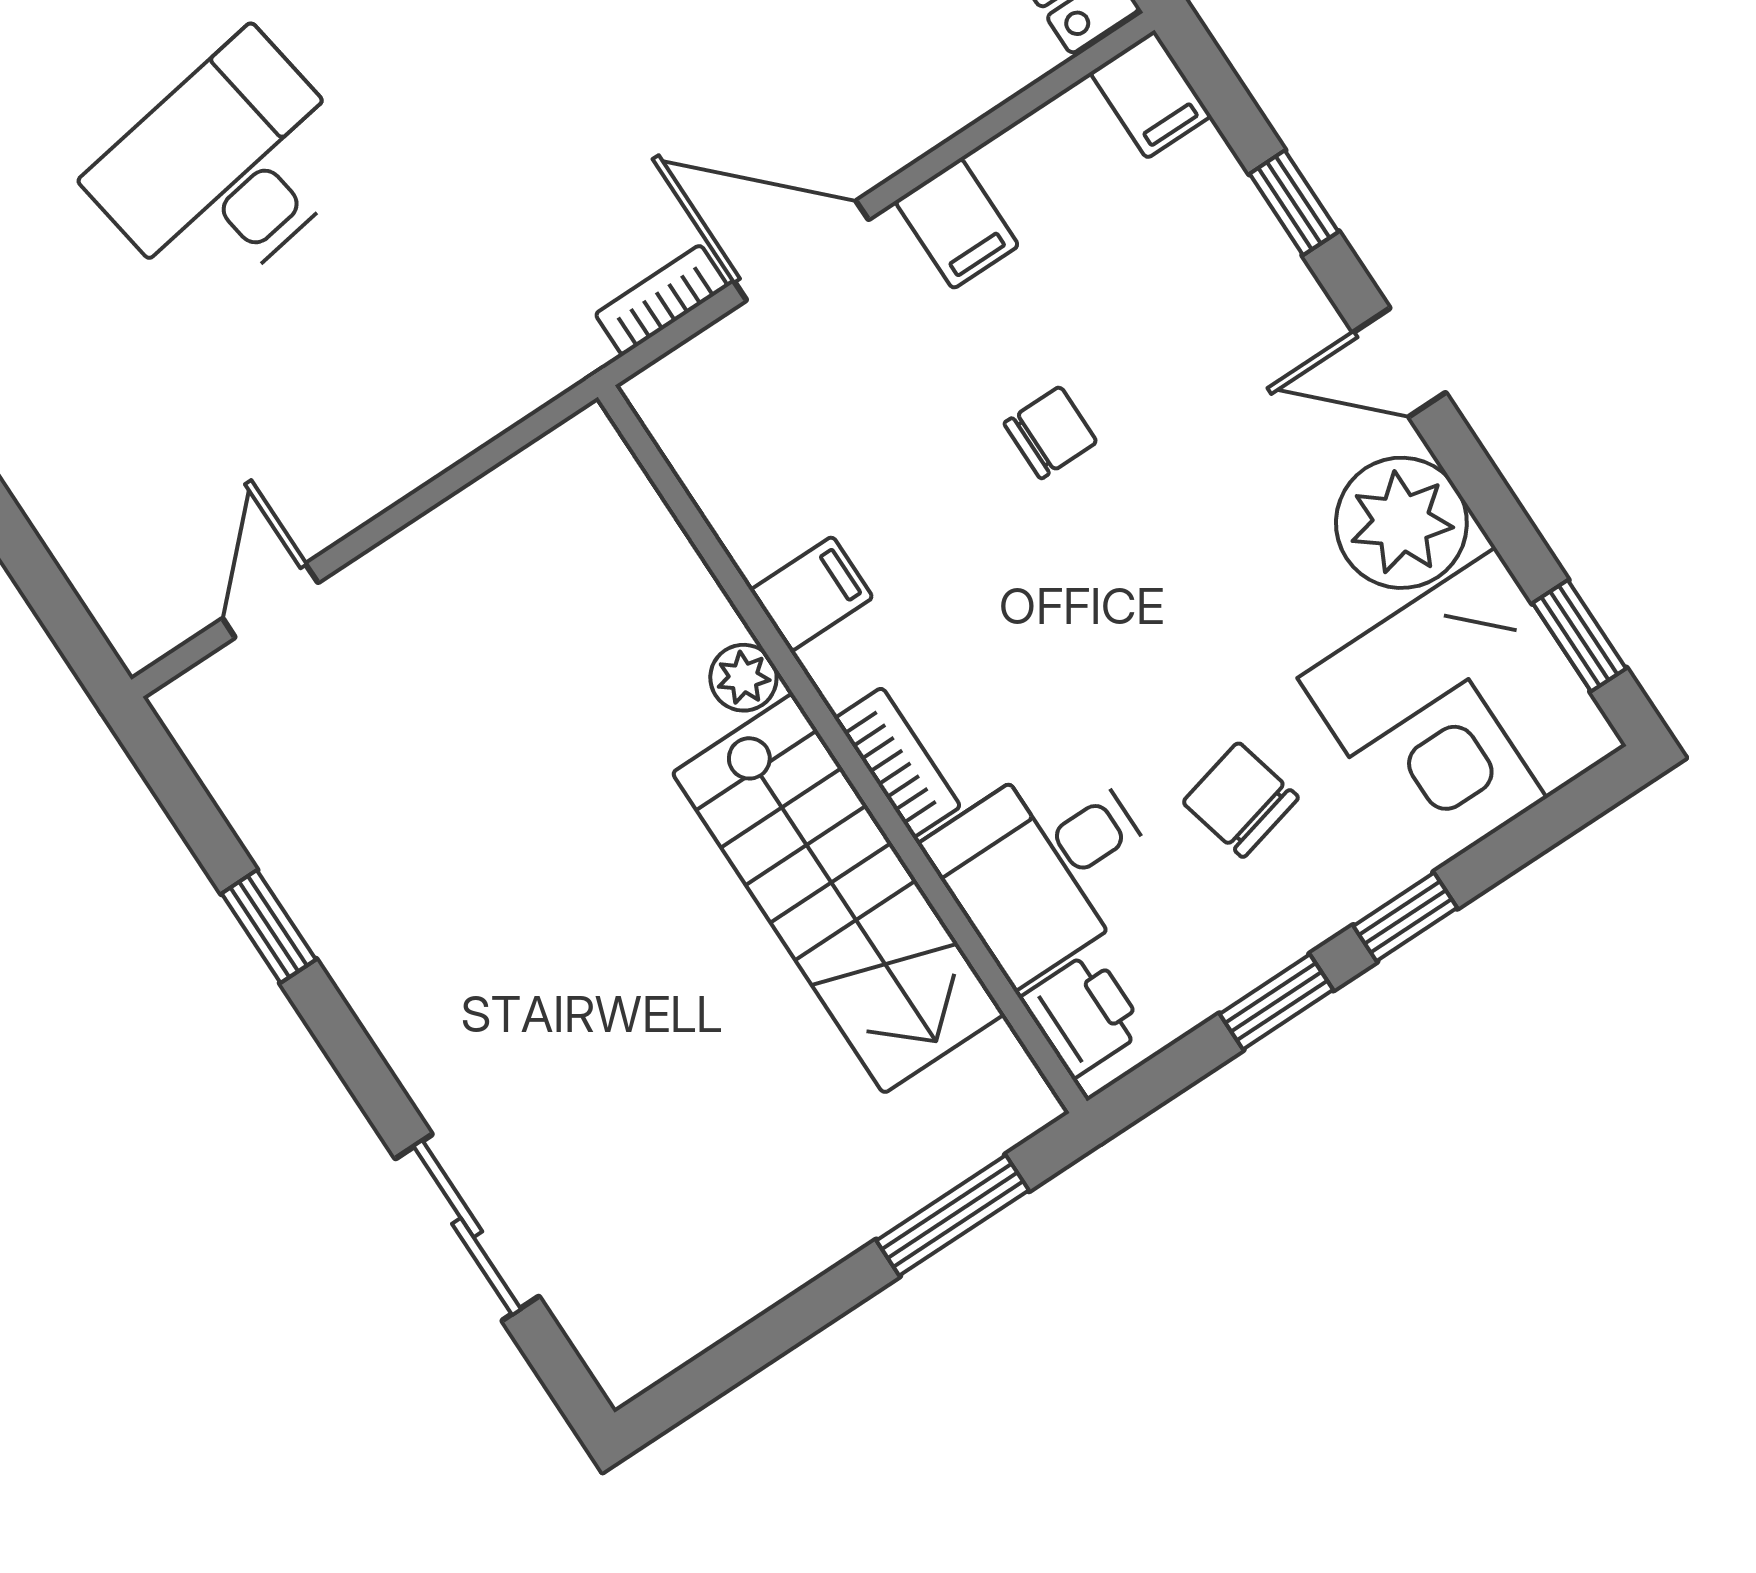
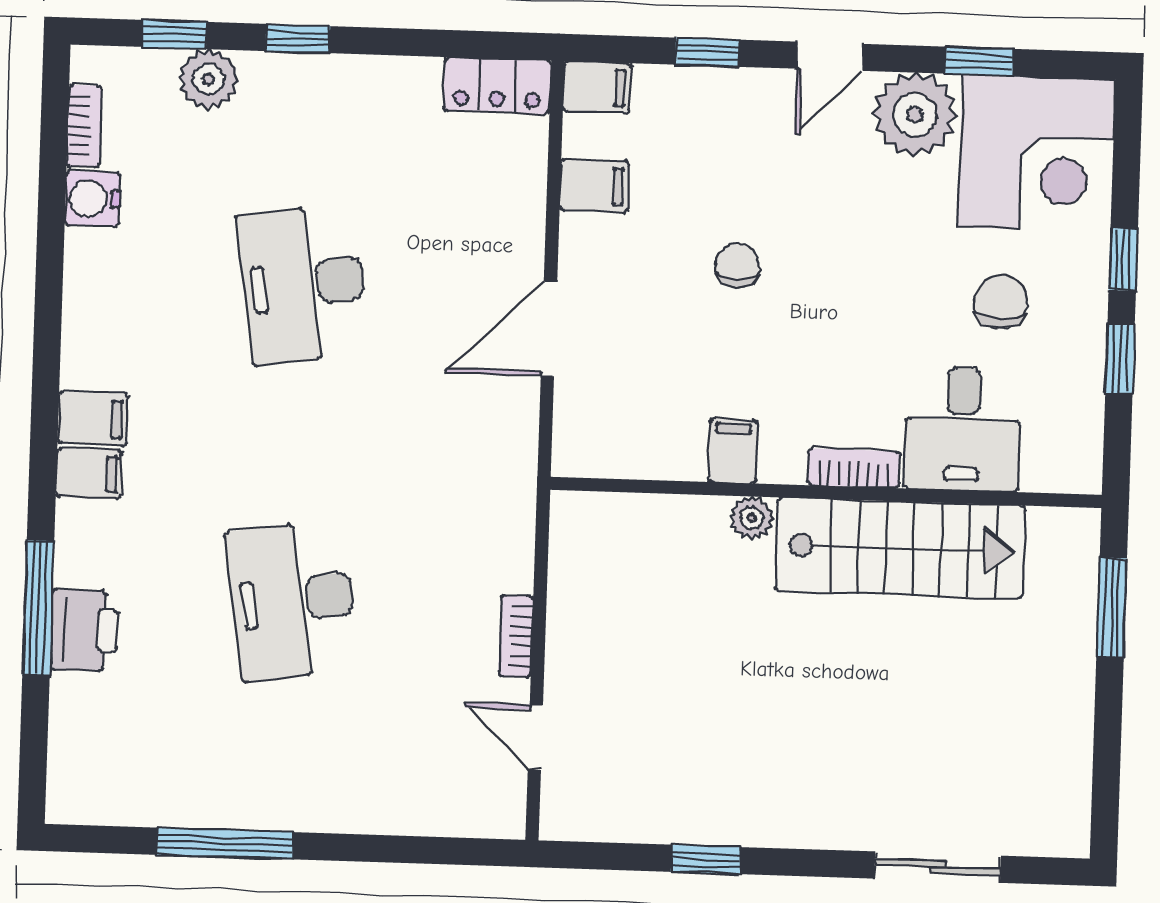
filing cabinet: (957, 223) -> (594, 186), moved
bookcase: (662, 300) -> (516, 636), moved
window: (1579, 636) -> (979, 61), moved
chair: (1241, 800) -> (1001, 302), turned 104
printer: (1083, 1014) -> (1055, 465), removed

